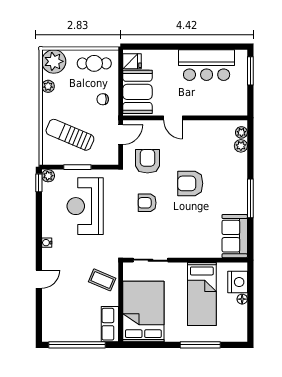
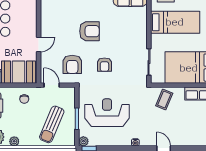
armchair: (147, 161) -> (72, 64), turned -90
armchair: (190, 183) -> (89, 31), turned -90
reception desk: (85, 206) -> (107, 113), turned 180

